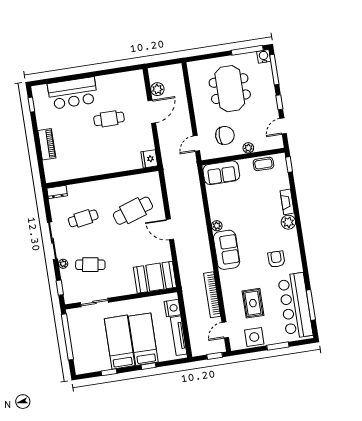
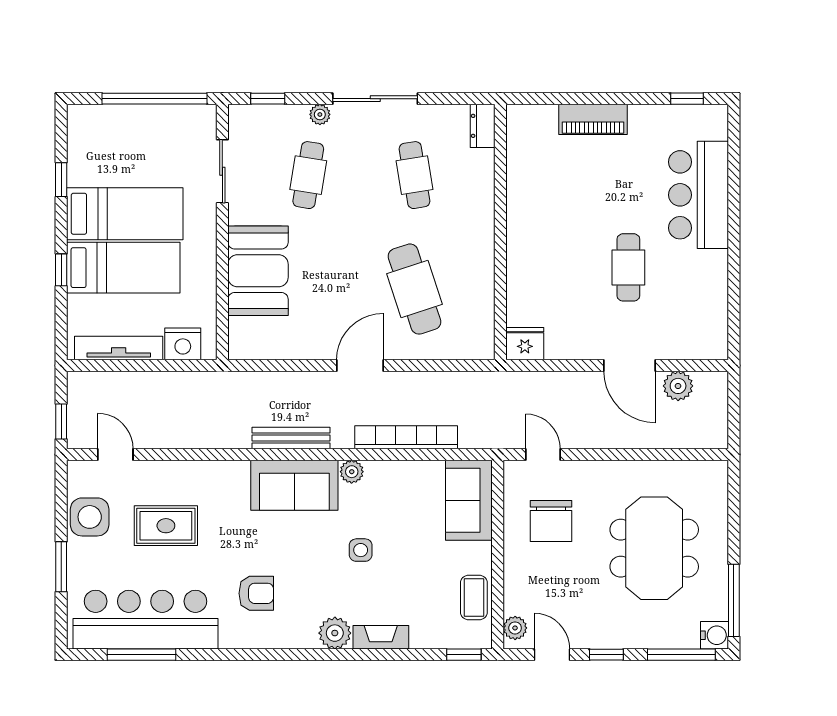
meeting table: (230, 89) -> (654, 548), turned 90
plant: (248, 148) -> (515, 628), moved
side table: (250, 217) -> (361, 550), added
bench: (206, 254) -> (291, 438), added
booth: (155, 277) -> (258, 271), moved
bookcase: (212, 295) -> (406, 437), moved

